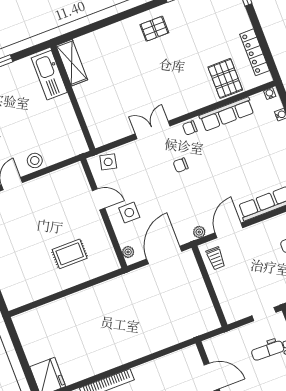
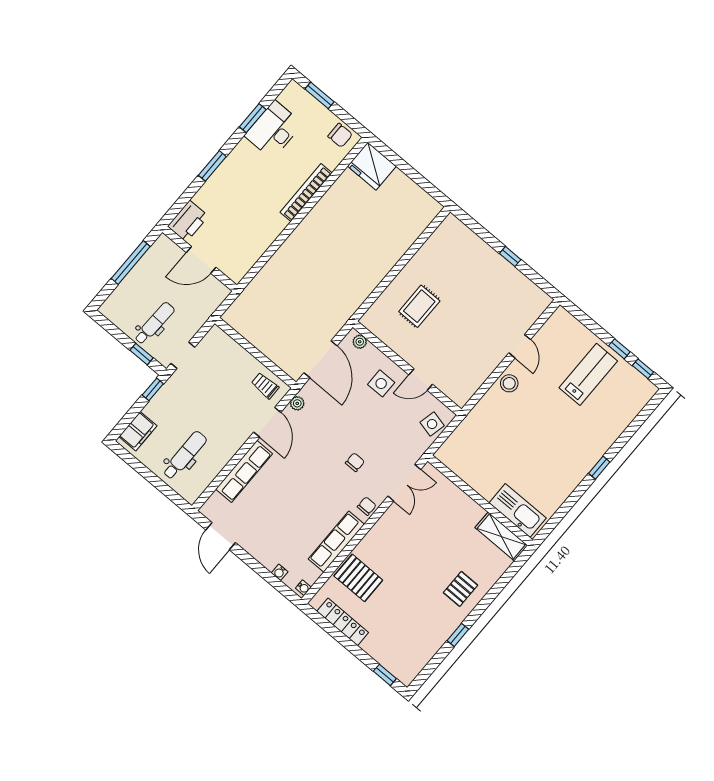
shelving: (72, 63) -> (501, 537), moved
kitchen sink: (49, 75) -> (518, 511), moved
wall: (73, 98) -> (480, 500), moved

